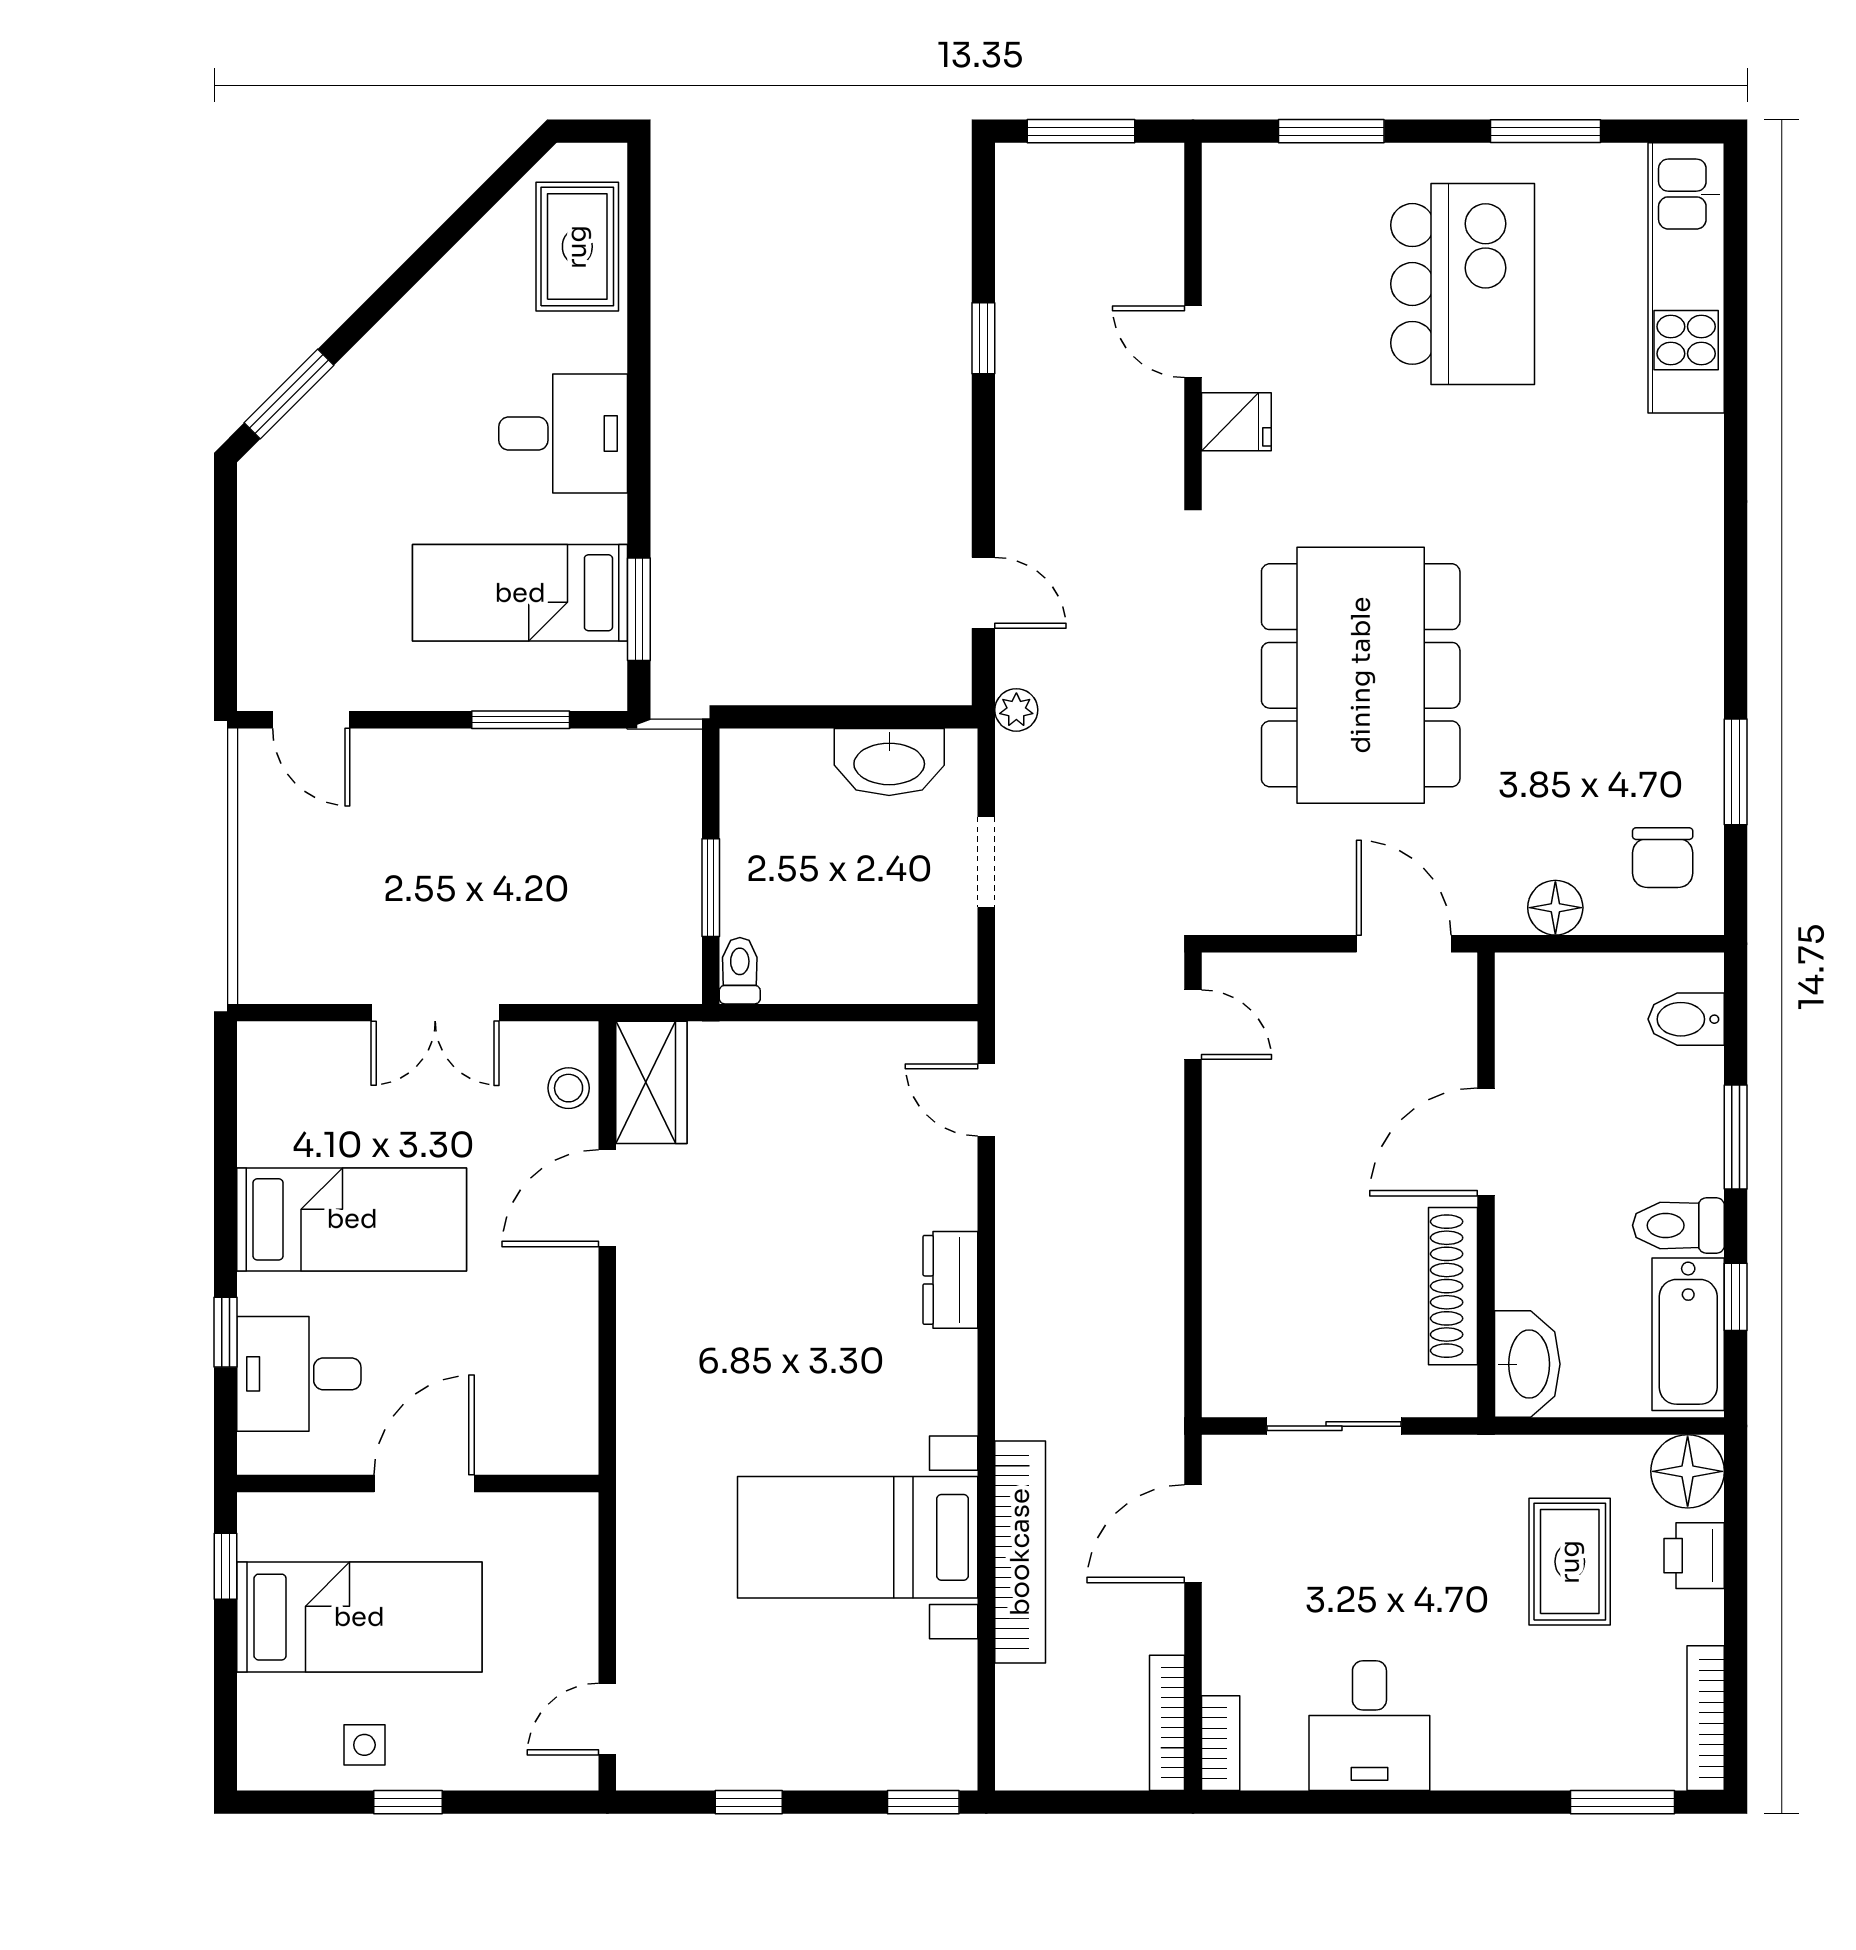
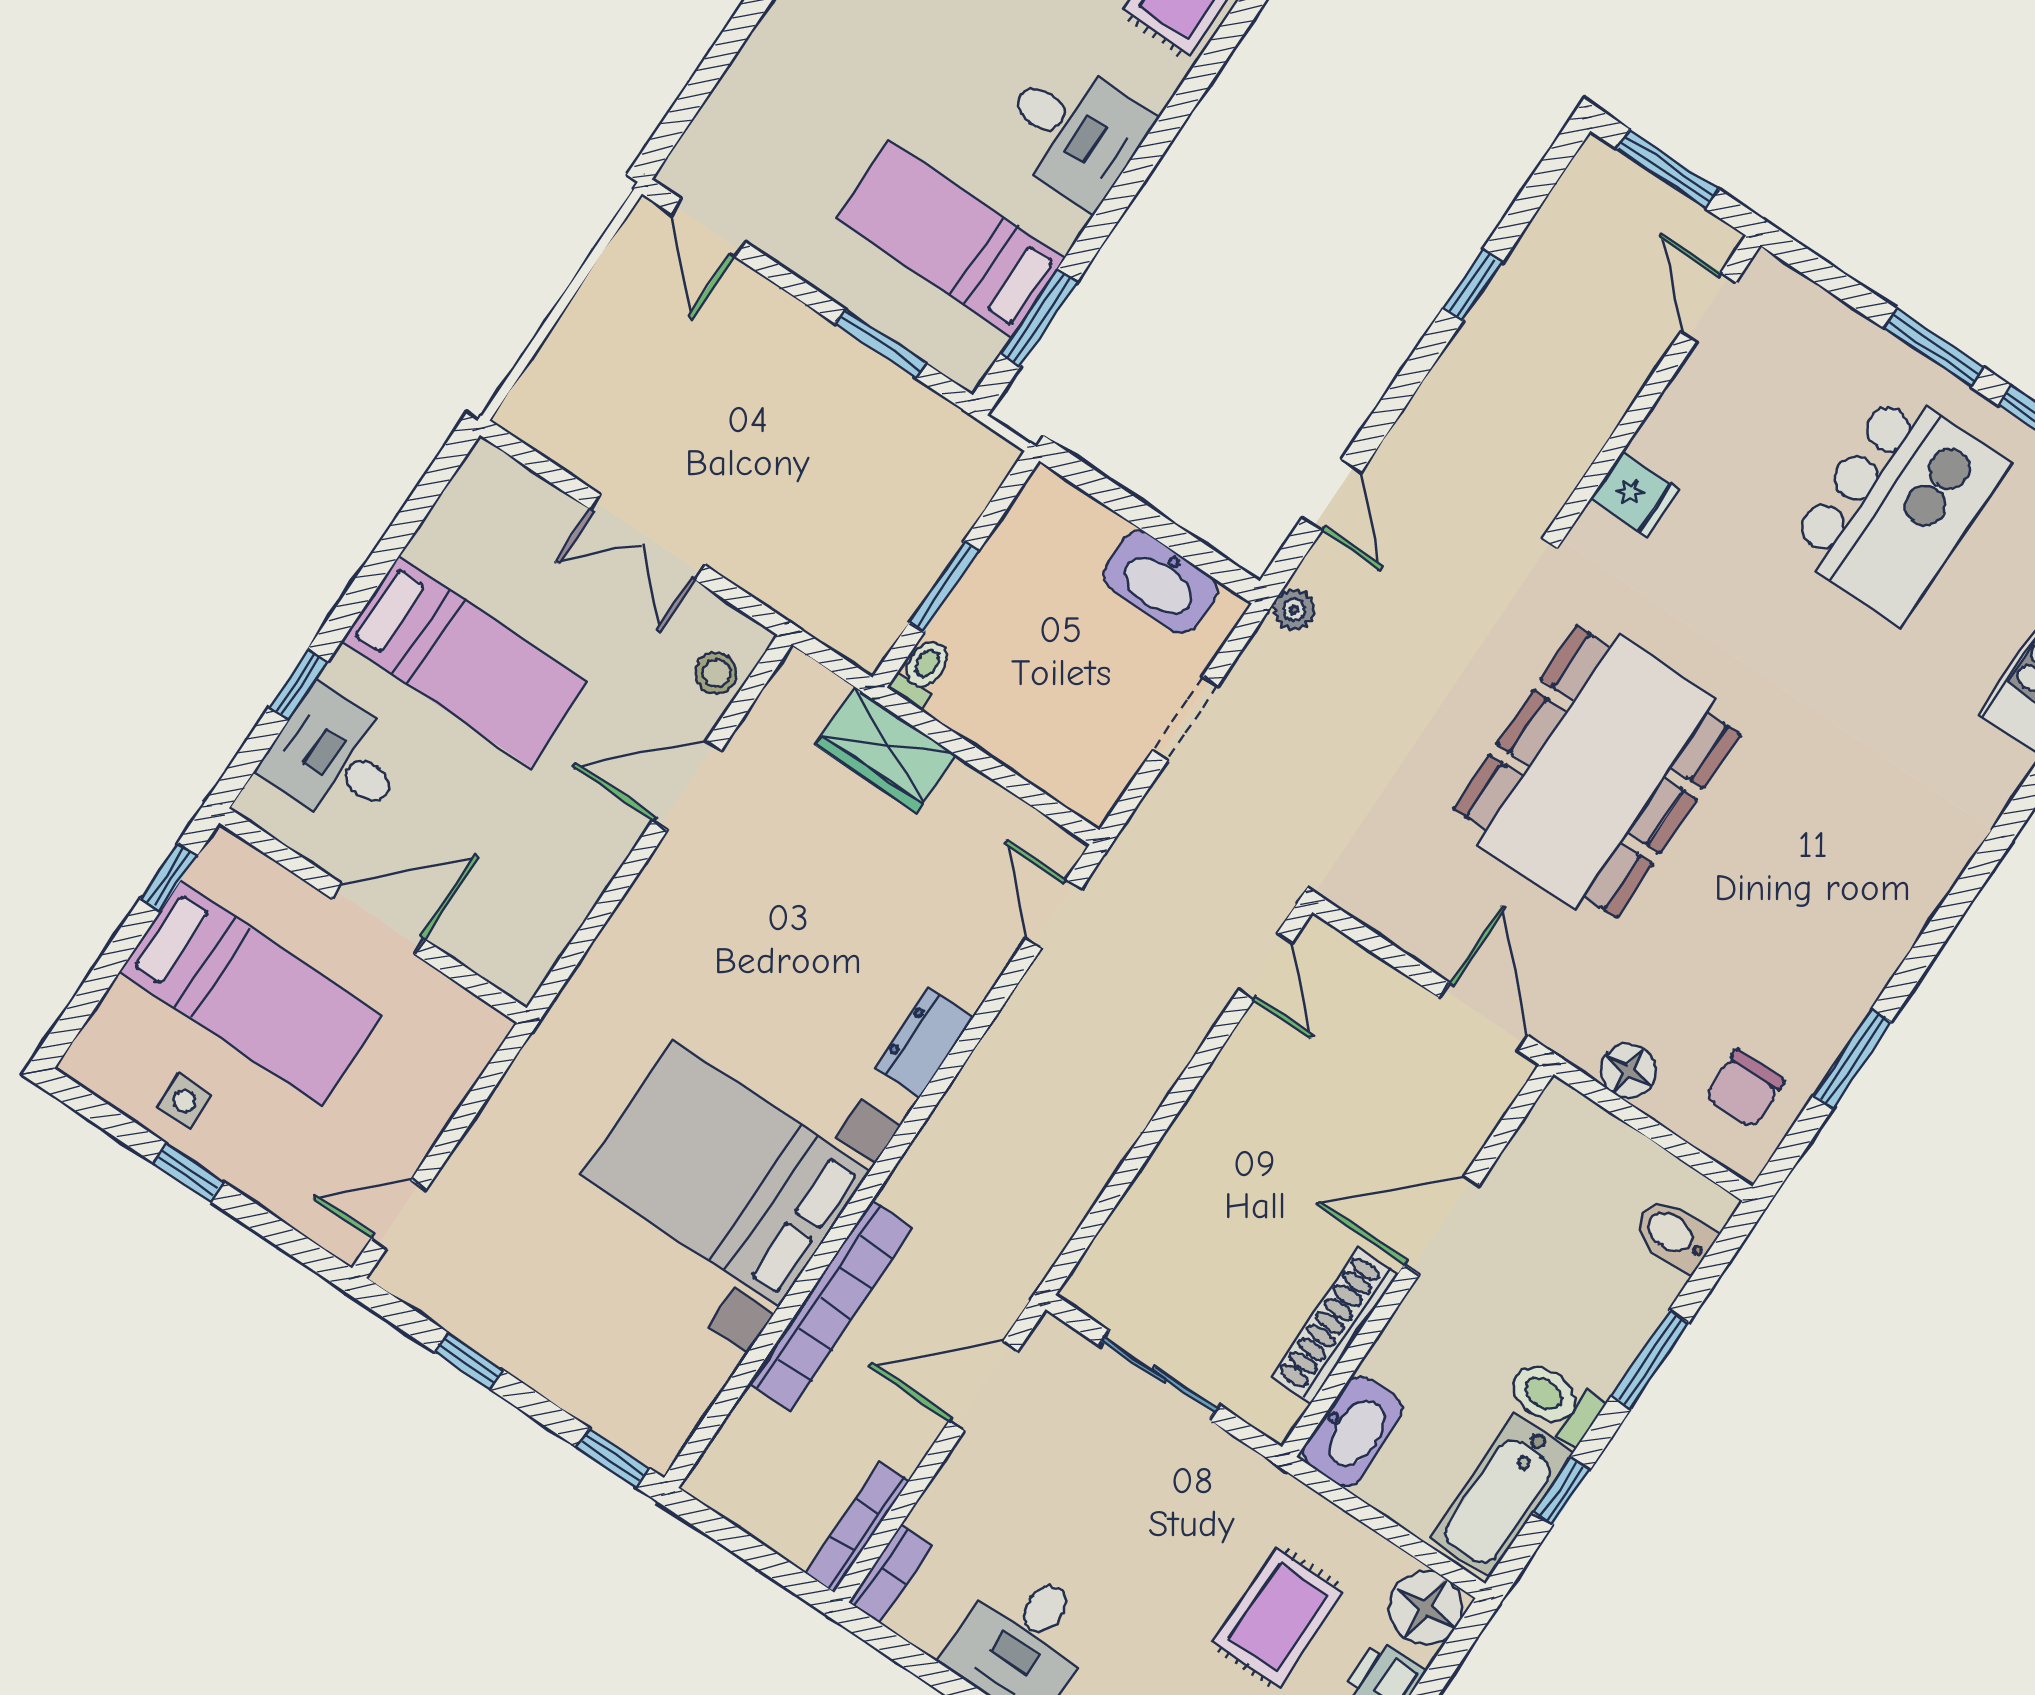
window: (1331, 131) -> (1934, 348), moved
door: (1193, 342) -> (1708, 307), moved
wardrobe: (651, 1082) -> (885, 750), moved, turned 90
bed with nightstands: (858, 1537) -> (726, 1173), width x1.36

